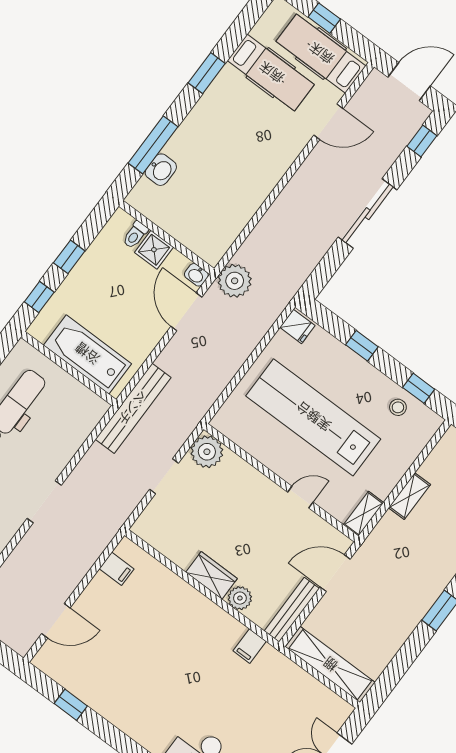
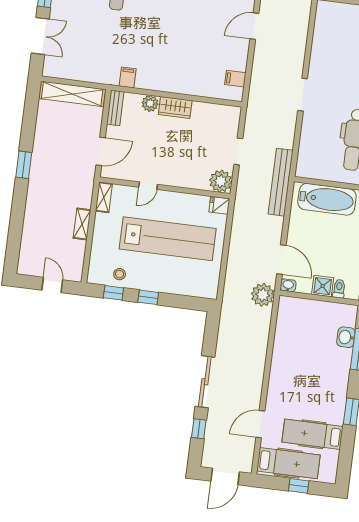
window: (422, 141) -> (199, 429), moved
fridge: (297, 326) -> (219, 205), moved
window: (362, 346) -> (148, 297), moved
bench: (292, 610) -> (115, 108), width x0.73

